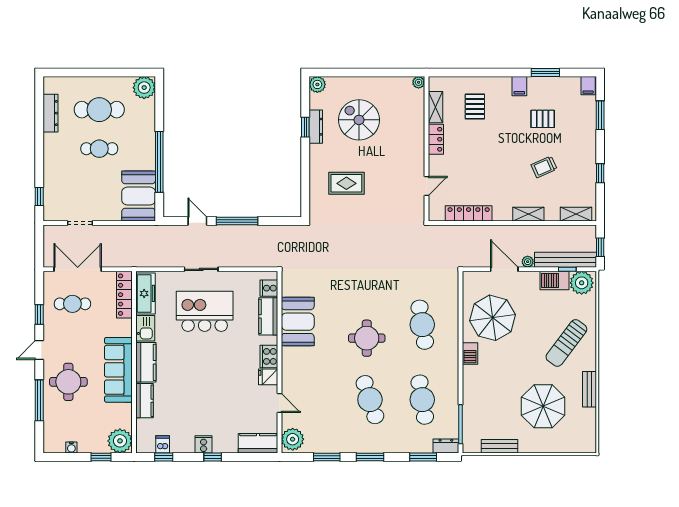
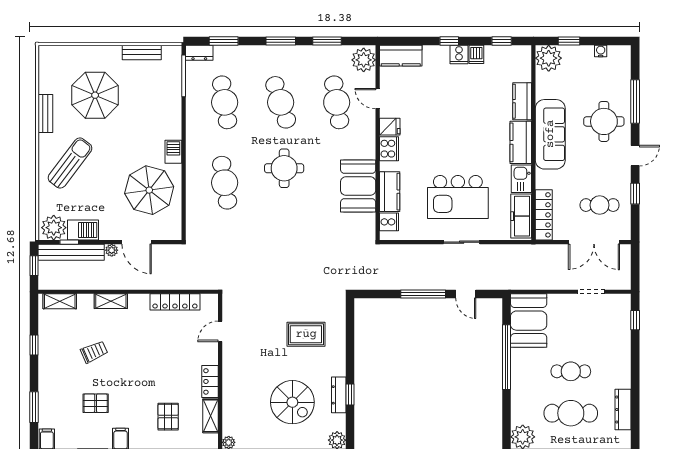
cafe table: (318, 400) -> (337, 102), added
dishwasher: (163, 444) -> (476, 54), moved

